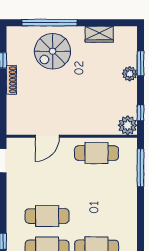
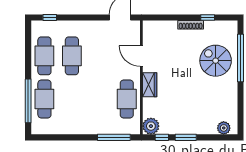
wardrobe: (99, 34) -> (150, 85), moved, turned 180
window: (141, 63) -> (186, 137), moved
plant: (130, 74) -> (224, 128), moved

